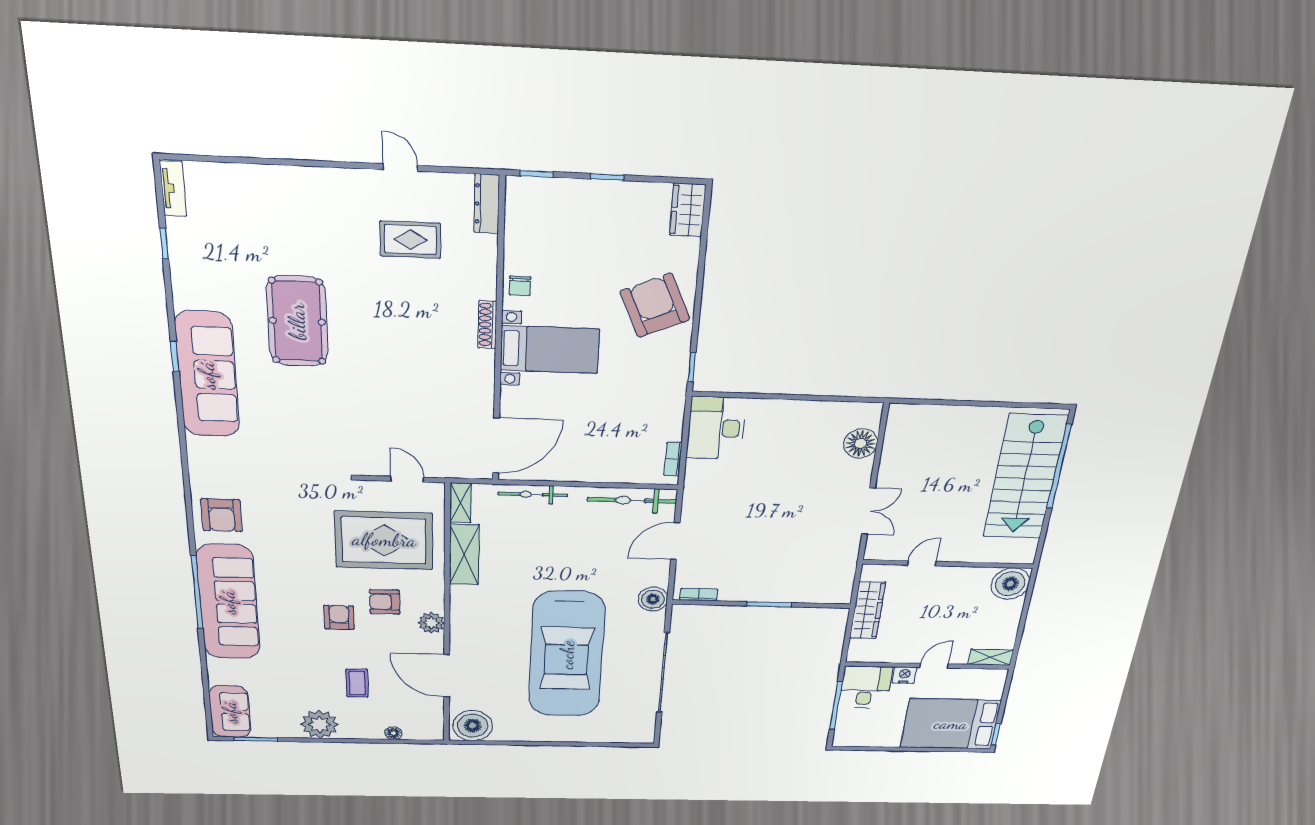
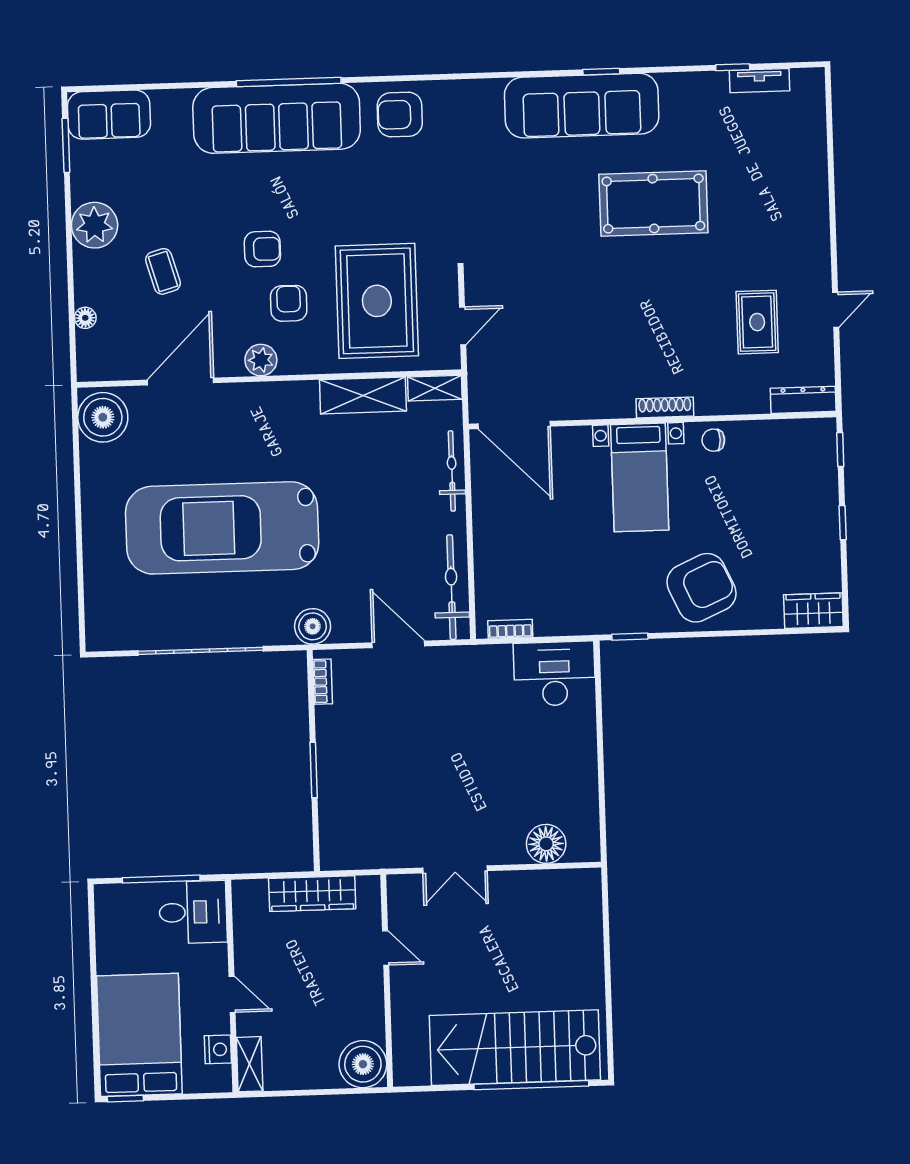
tv unit: (173, 189) -> (759, 81), moved
nightstand: (904, 675) -> (218, 1049), moved
coffee table: (357, 683) -> (163, 271), turned 74

